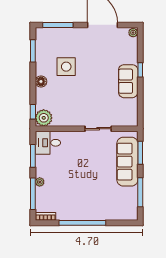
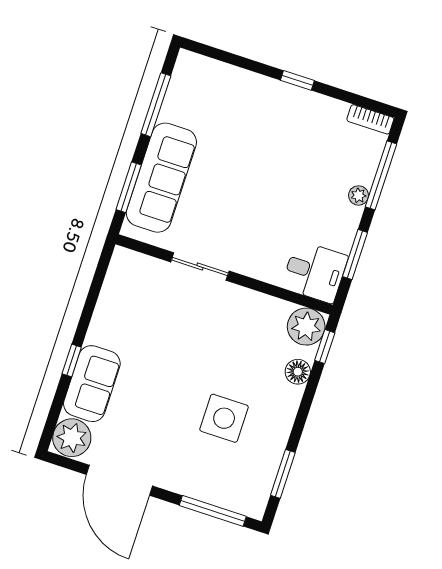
plant: (133, 33) -> (72, 438), width x1.88, depth x1.88
floor lamp: (41, 81) -> (298, 372), moved
sofa: (128, 81) -> (92, 384), moved
window: (82, 223) -> (297, 80), width x0.32

